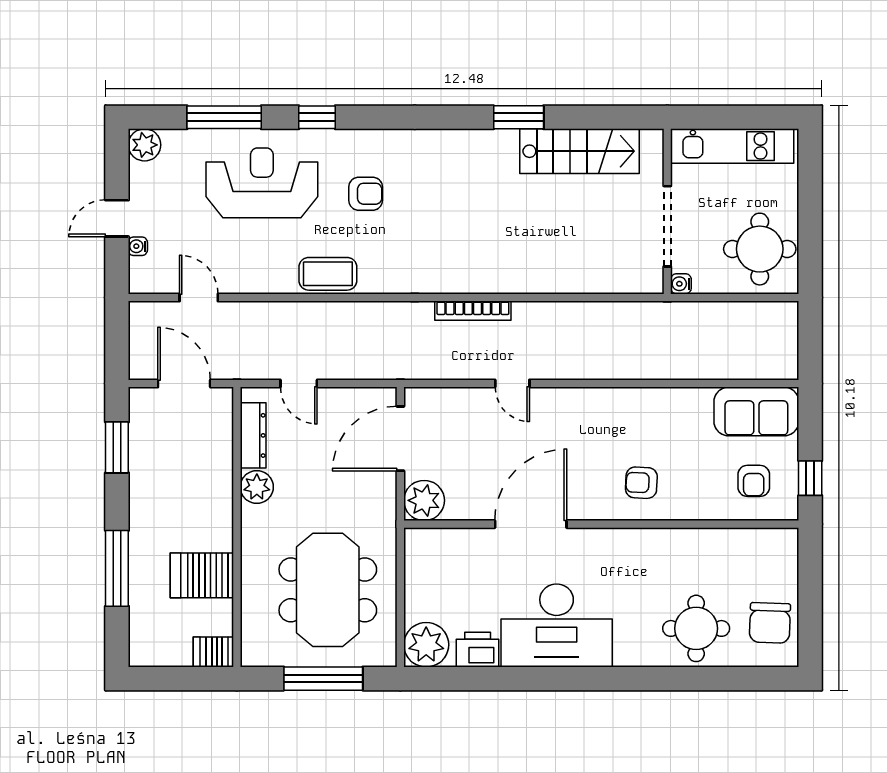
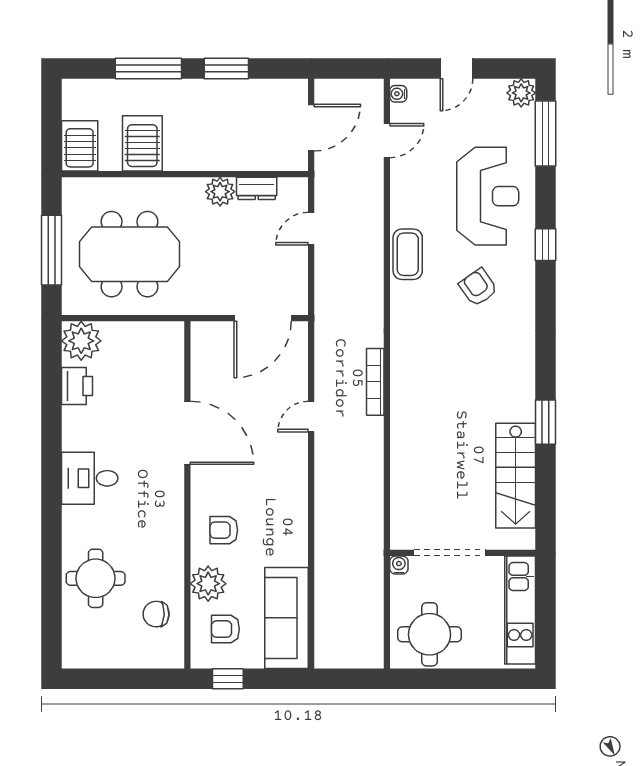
window: (224, 117) -> (545, 133), moved
armchair: (366, 194) -> (478, 287), turned 145
door: (117, 218) -> (457, 69), swing flipped
water cooler: (138, 246) -> (398, 94), moved, turned -90
sofa: (756, 411) -> (287, 618), width x1.36
dresser: (253, 435) -> (257, 188), width x0.70
door: (400, 439) -> (263, 318), swing flipped
window: (117, 447) -> (226, 69), moved
armchair: (641, 483) -> (224, 530), turned -93
plant: (424, 500) -> (208, 584), moved
chair: (770, 623) -> (156, 614), moved, width x0.73, depth x0.73
desk: (557, 625) -> (90, 478), width x0.53, depth x0.77
server rack: (213, 652) -> (80, 146), width x1.36, depth x1.44

